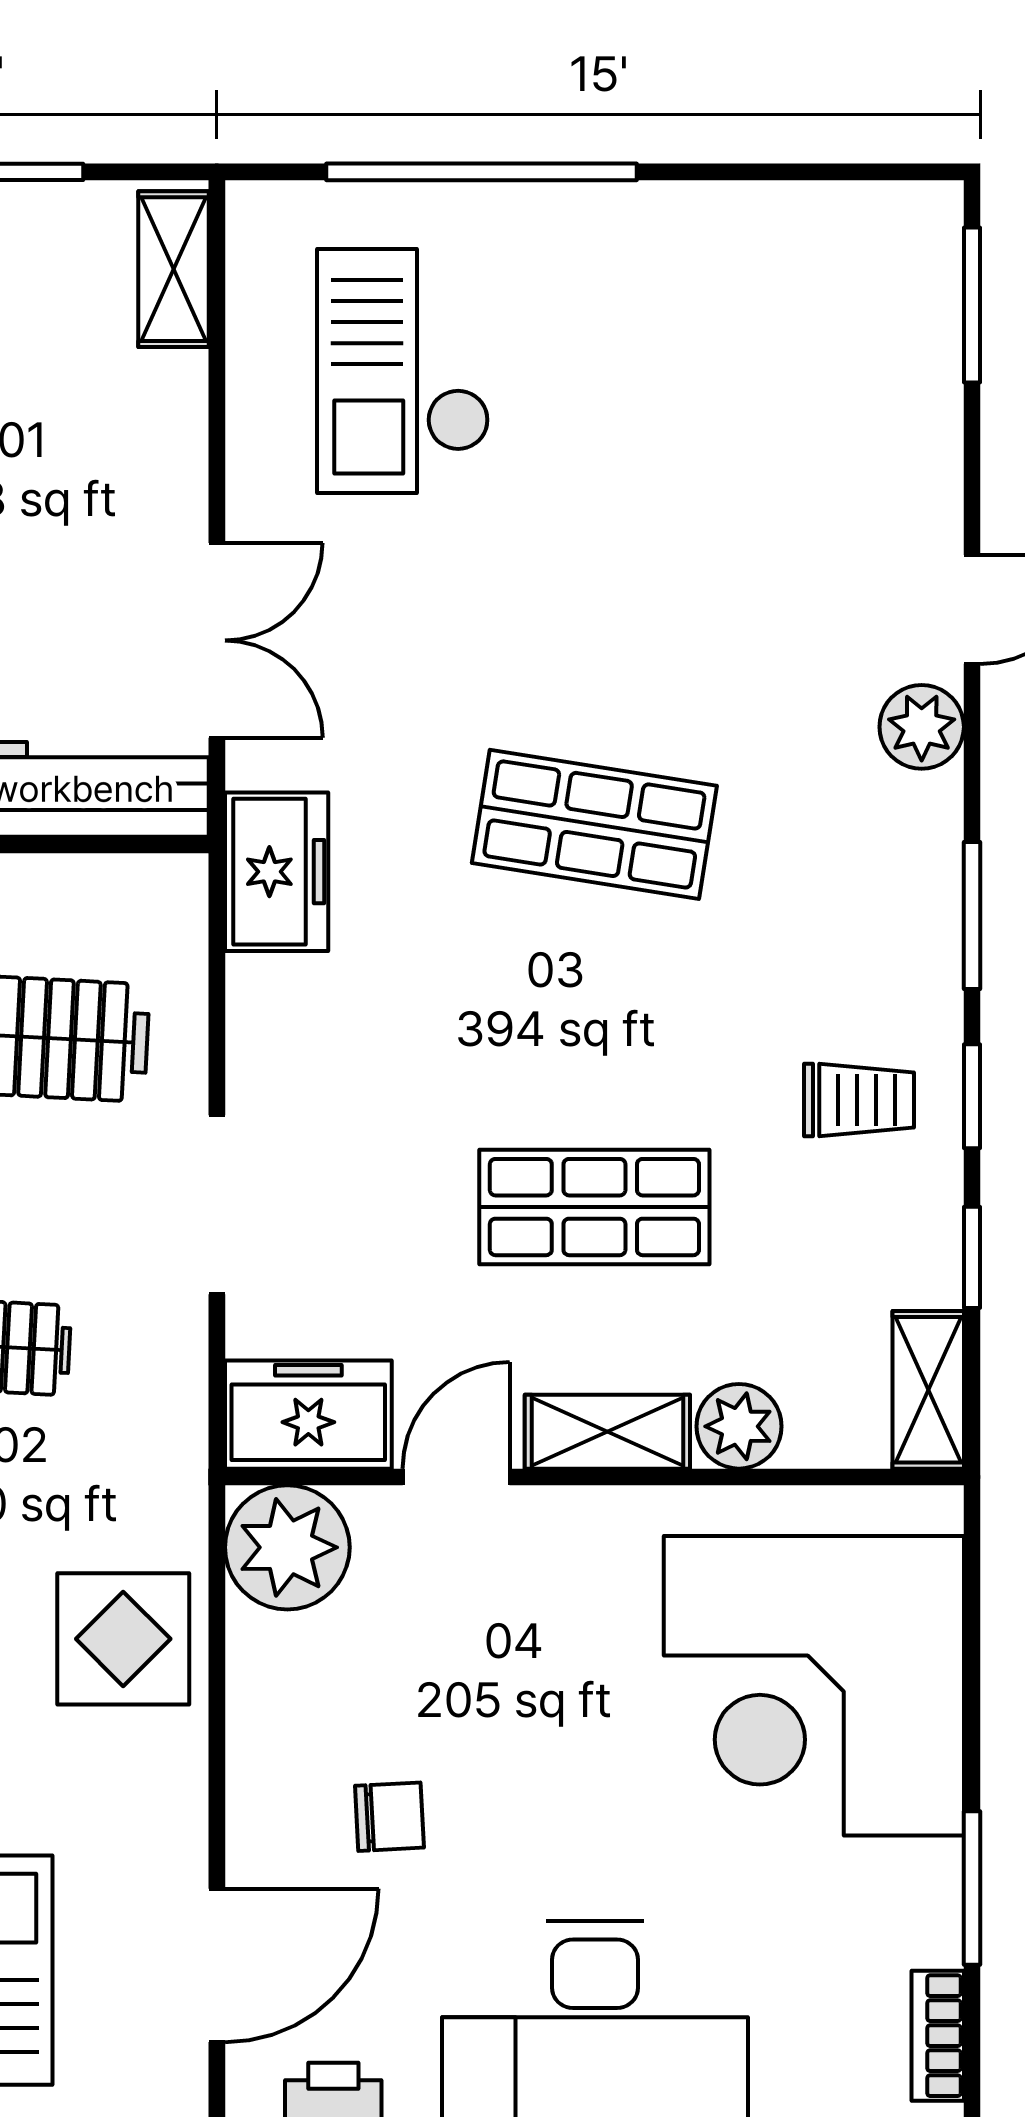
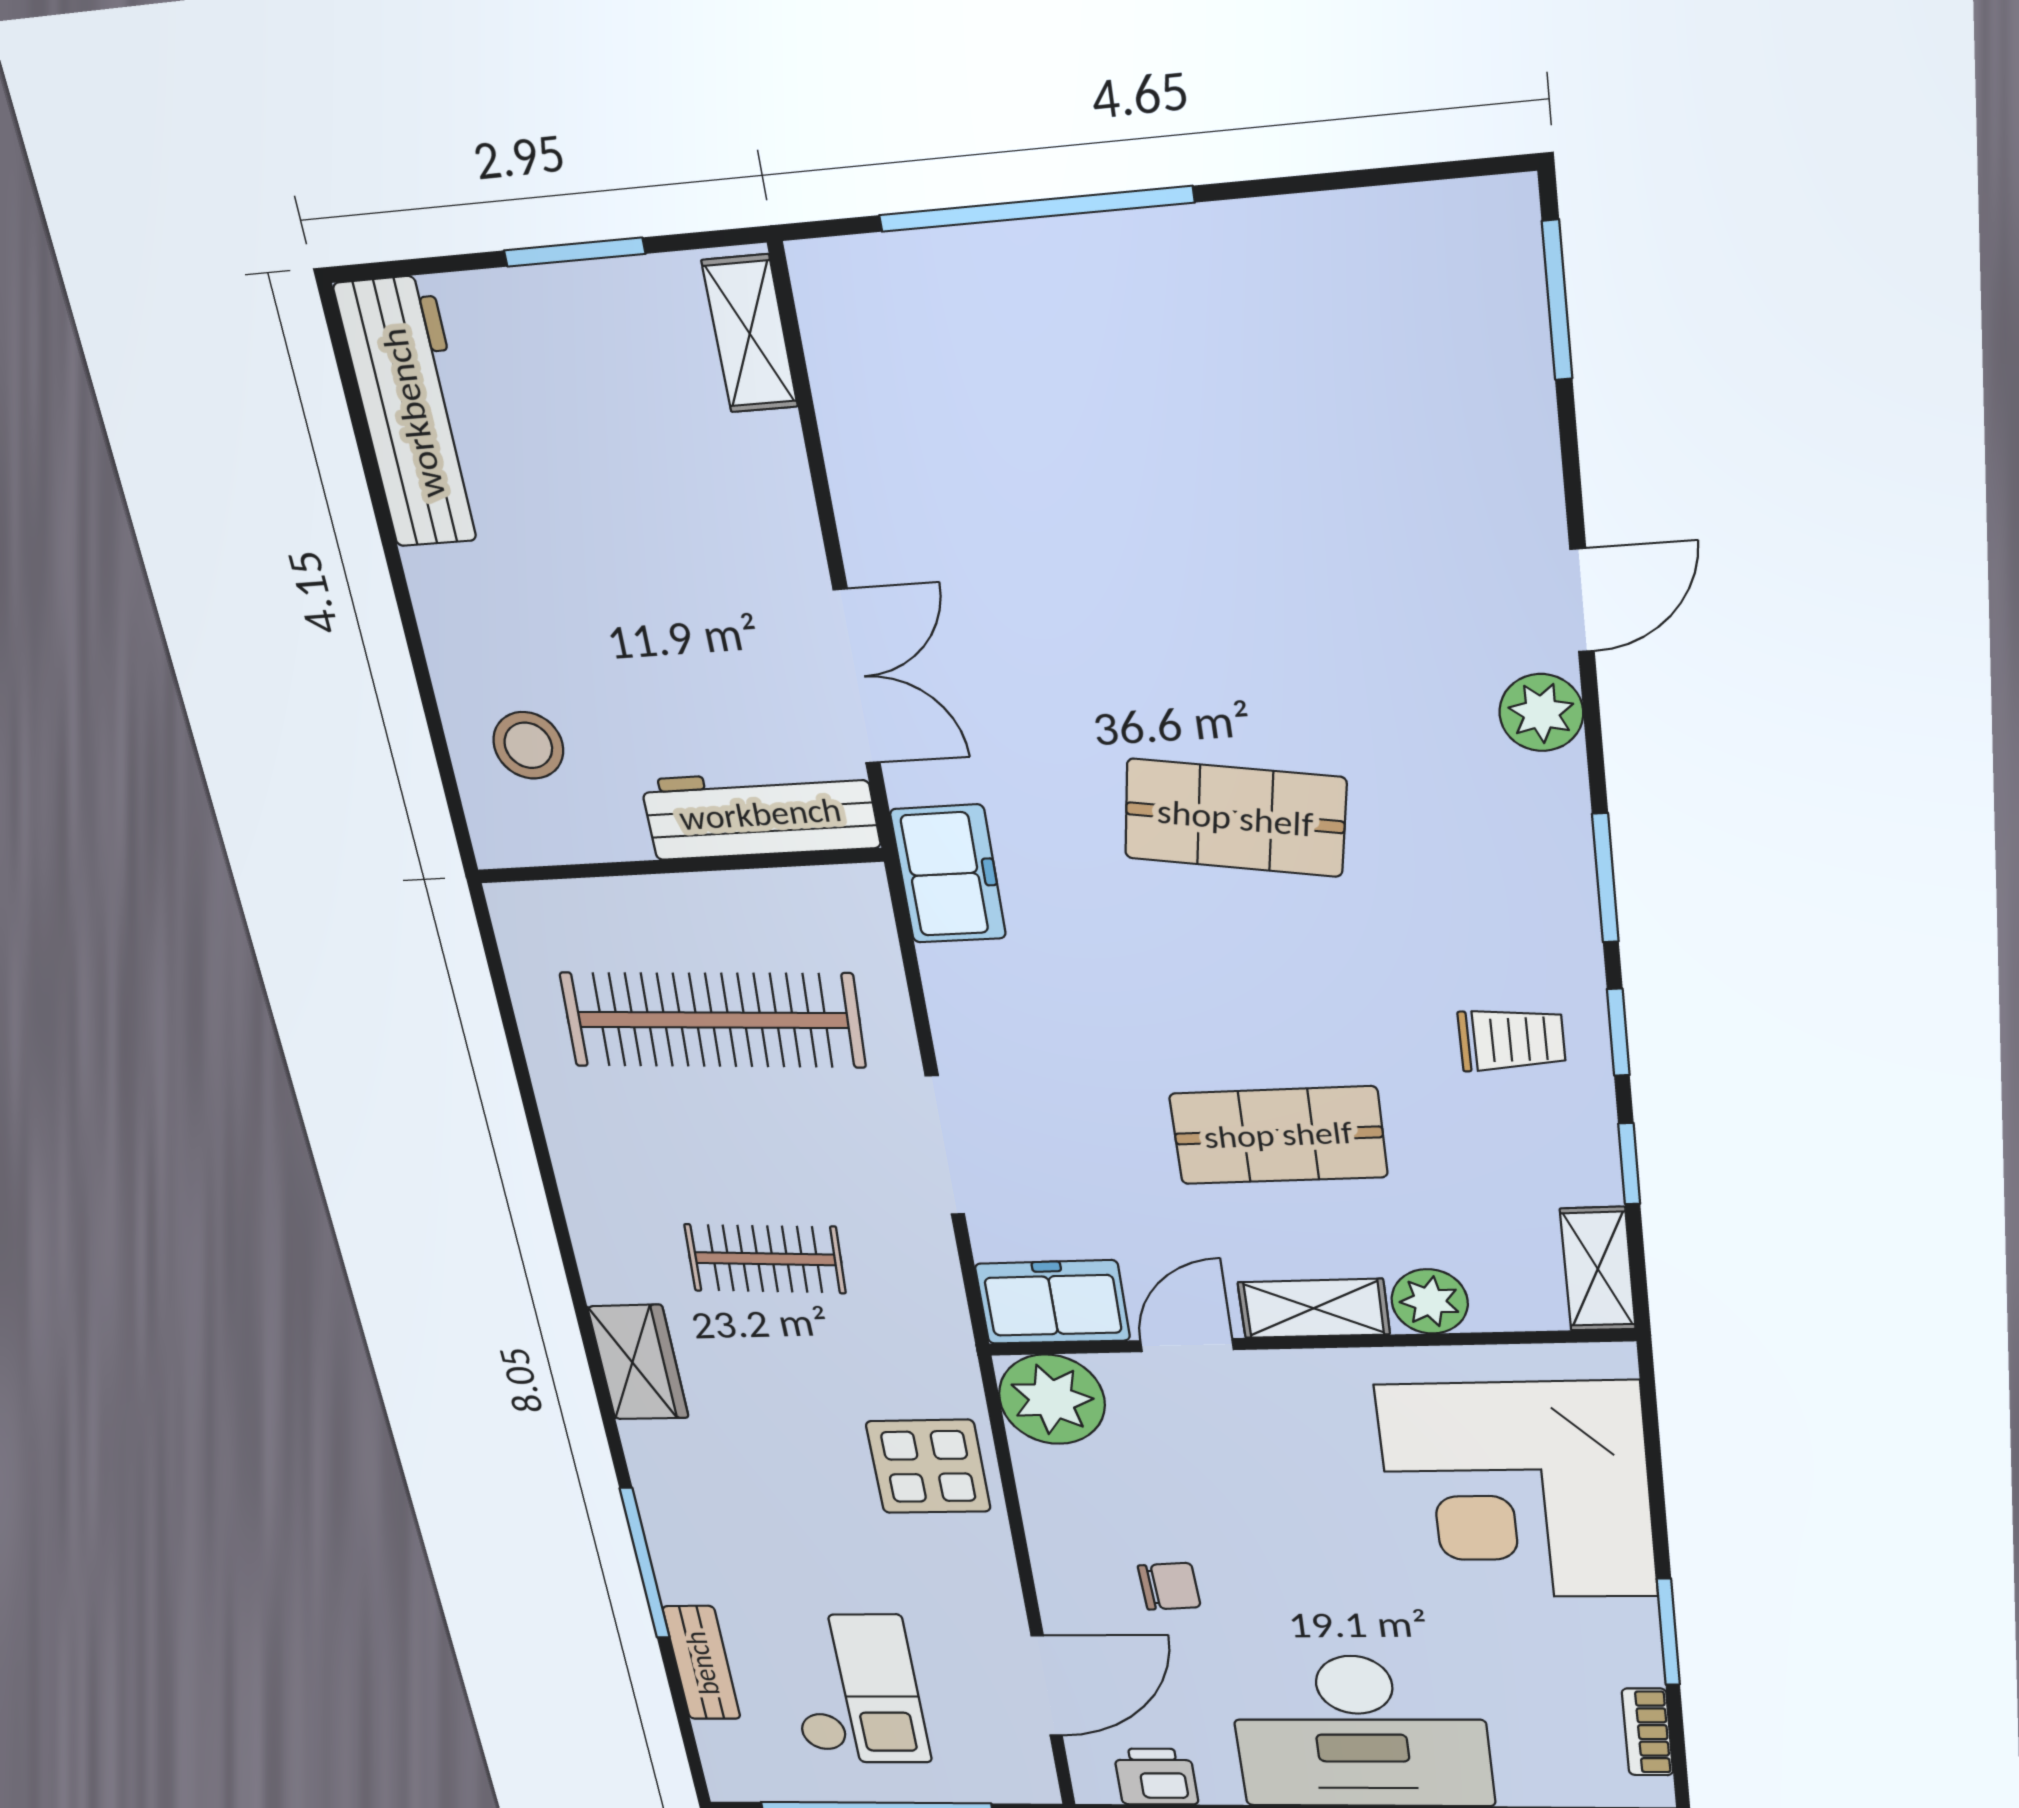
checkout: (403, 371) -> (989, 414), removed

